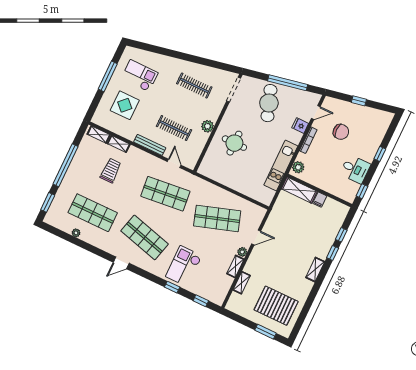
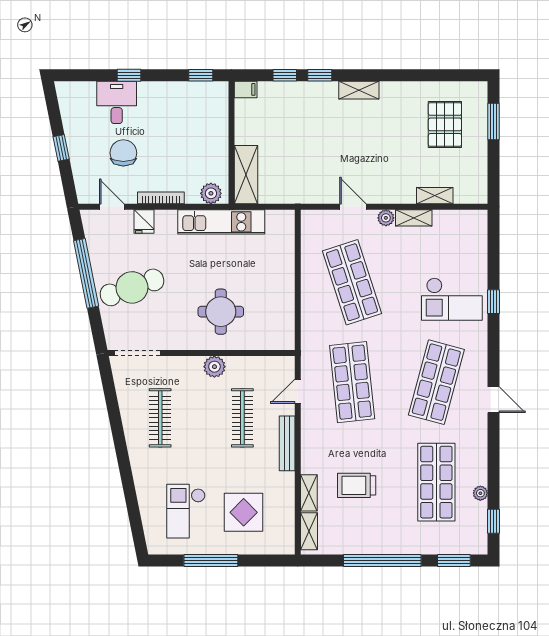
desk: (355, 169) -> (117, 102), moved
filing cabinet: (320, 200) -> (246, 89), moved
window: (201, 301) -> (494, 521), moved
pallet: (276, 306) -> (445, 124), width x0.73, depth x0.71

